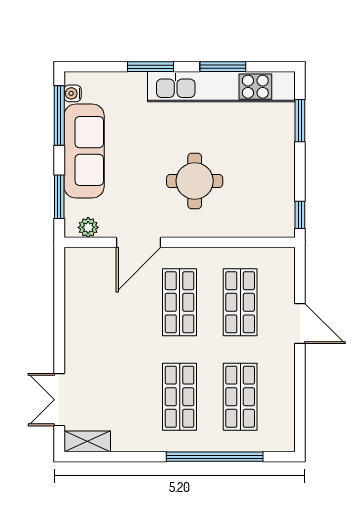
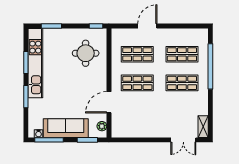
round table: (195, 181) -> (86, 53), moved
door: (139, 242) -> (109, 102), swing flipped

